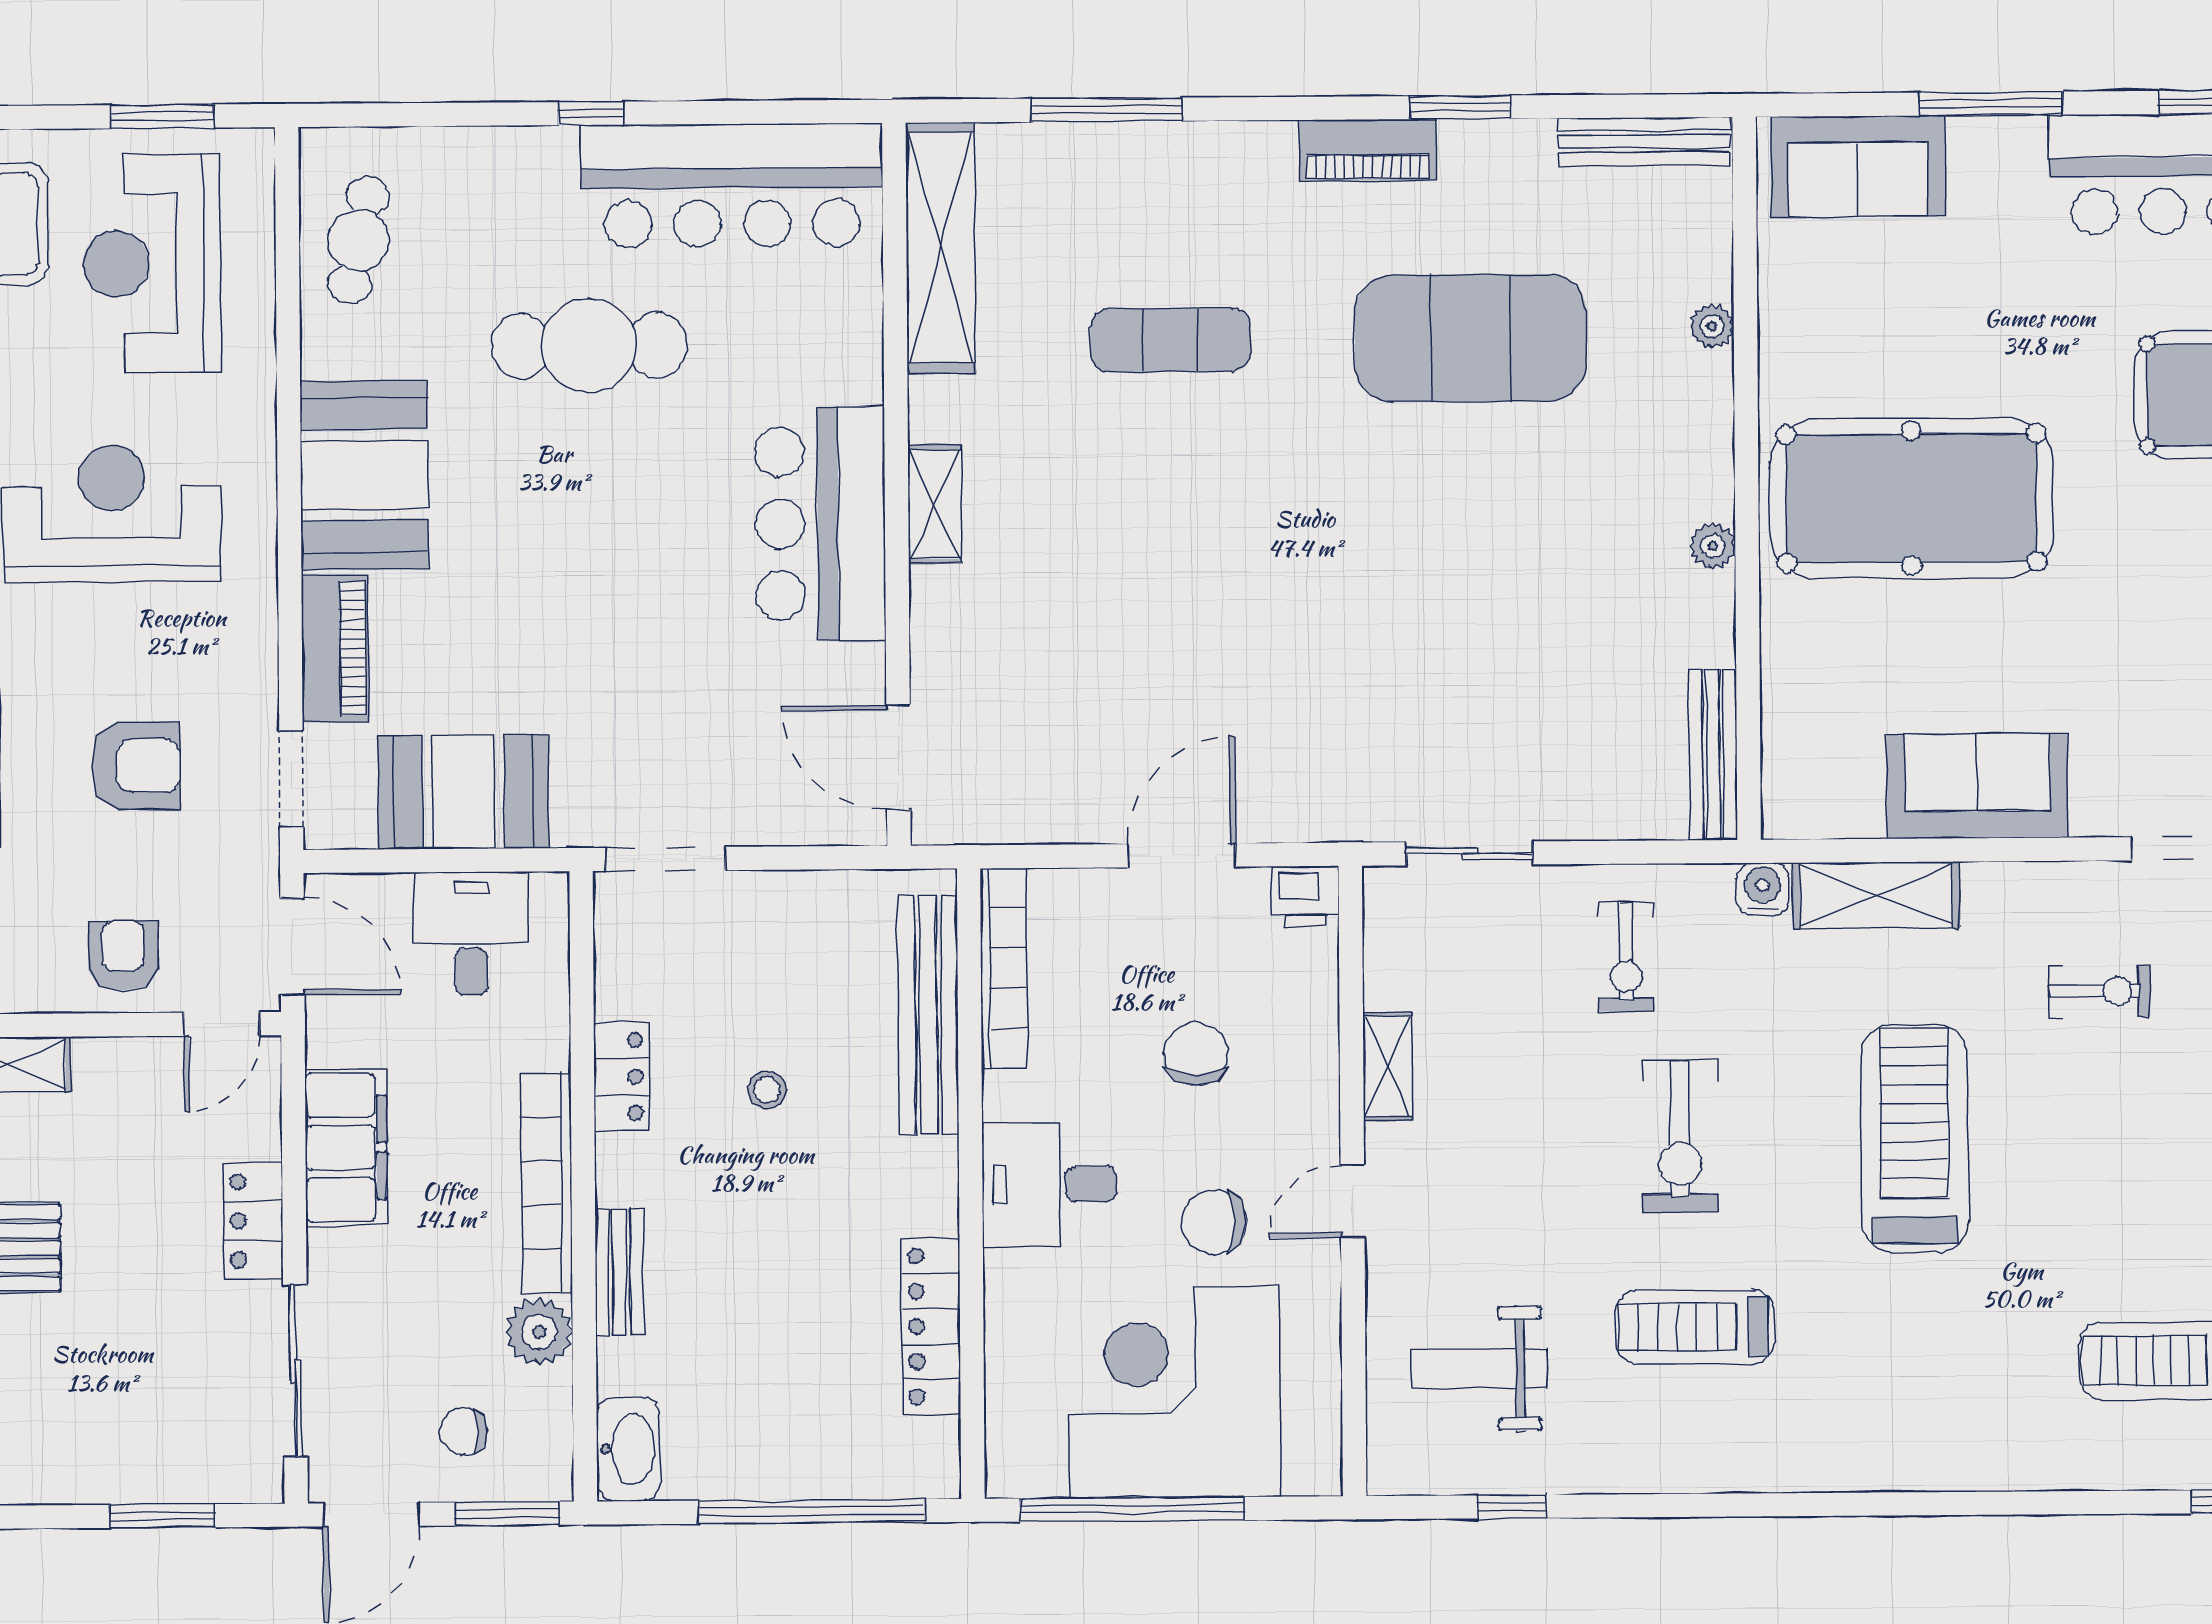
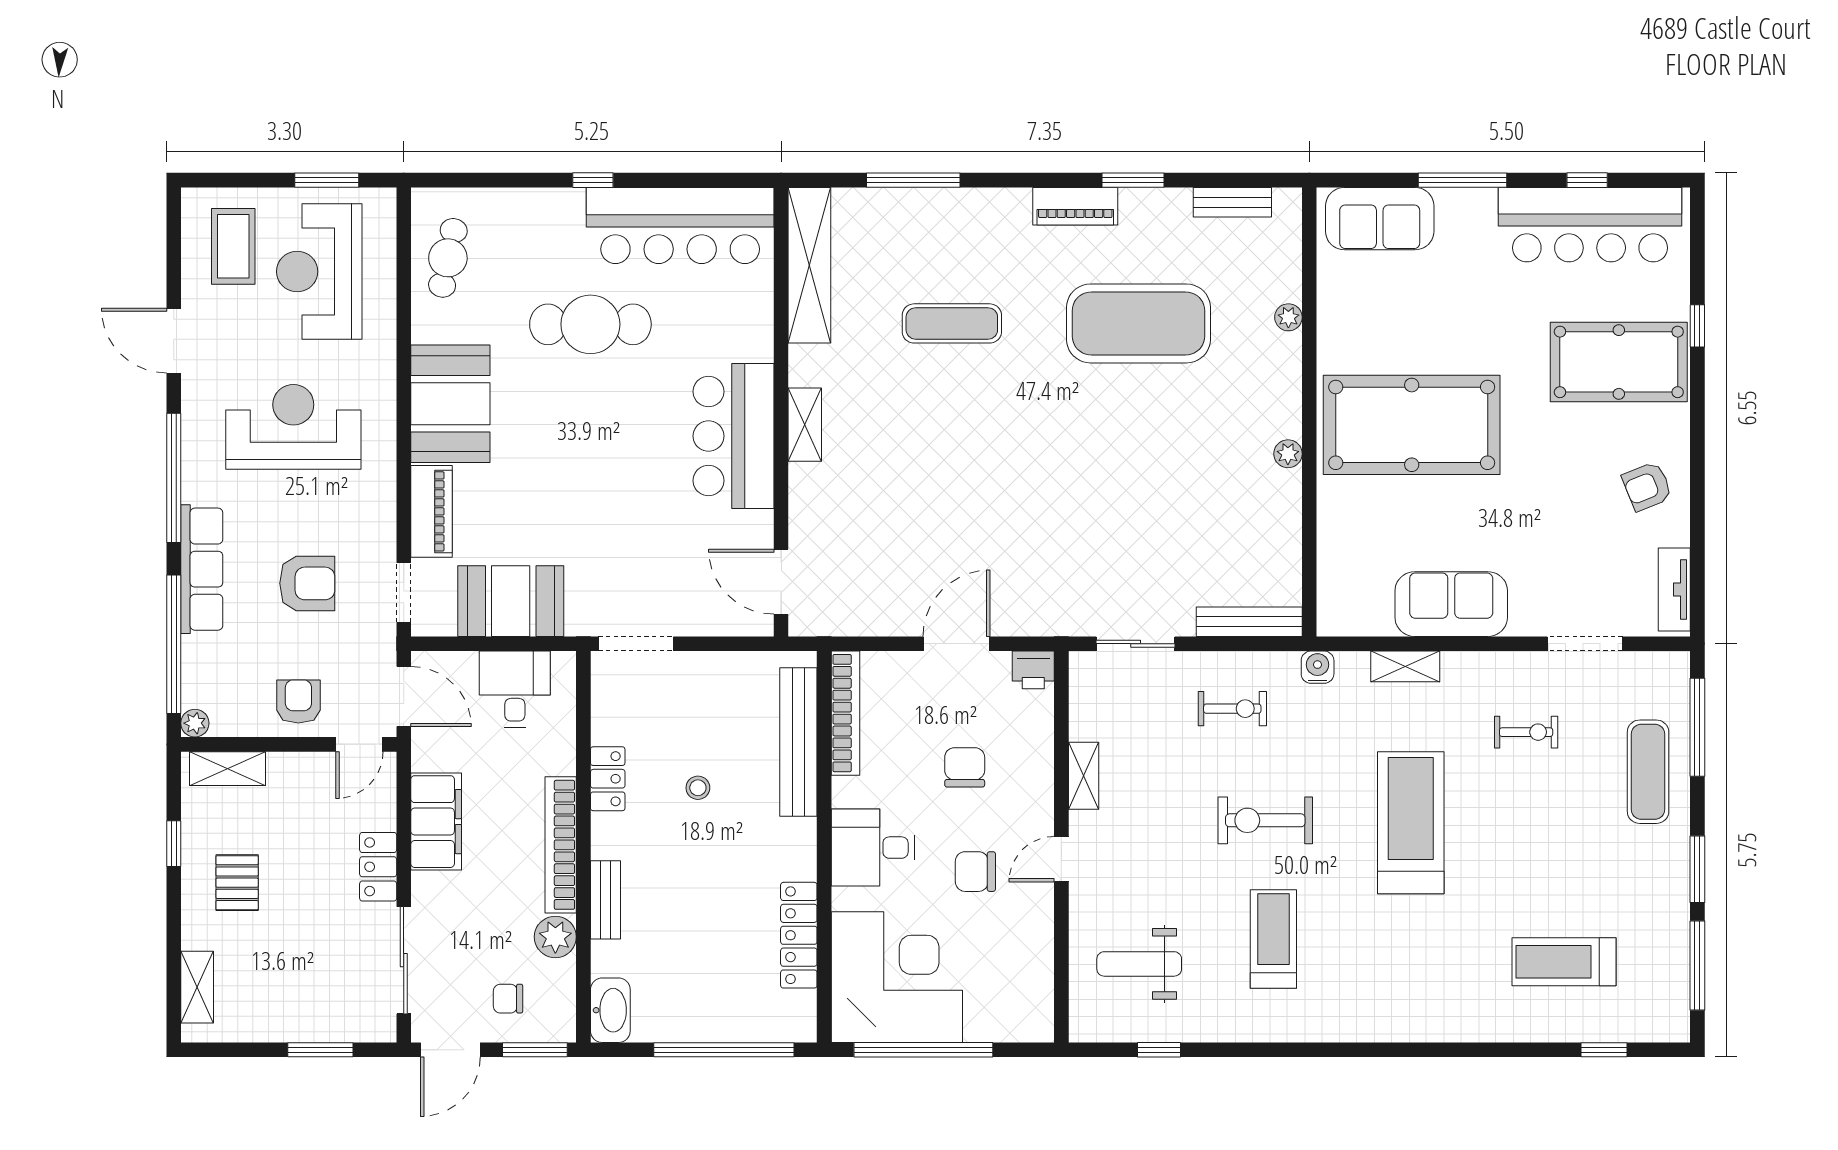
bench: (1643, 142) -> (1232, 202), width x0.73
bench: (1713, 755) -> (1249, 622), moved, turned 90
shelving: (1876, 895) -> (1405, 666), width x0.67, depth x0.75
exercise bike: (1626, 957) -> (1232, 709), turned -90
exercise bike: (1680, 1136) -> (1265, 820), turned 90
treadmill: (1695, 1327) -> (1273, 939), turned 90
corner desk: (1174, 1392) -> (897, 977), moved, turned 90

